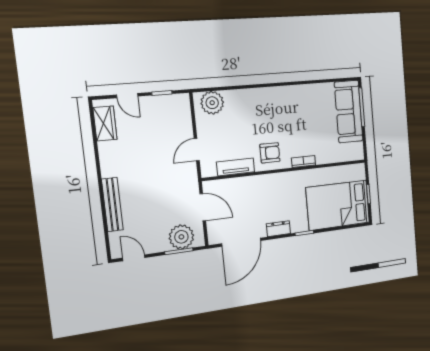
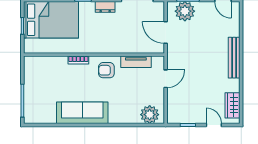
sofa: (349, 112) -> (82, 113), moved, turned -90
bench: (112, 205) -> (234, 58), moved

